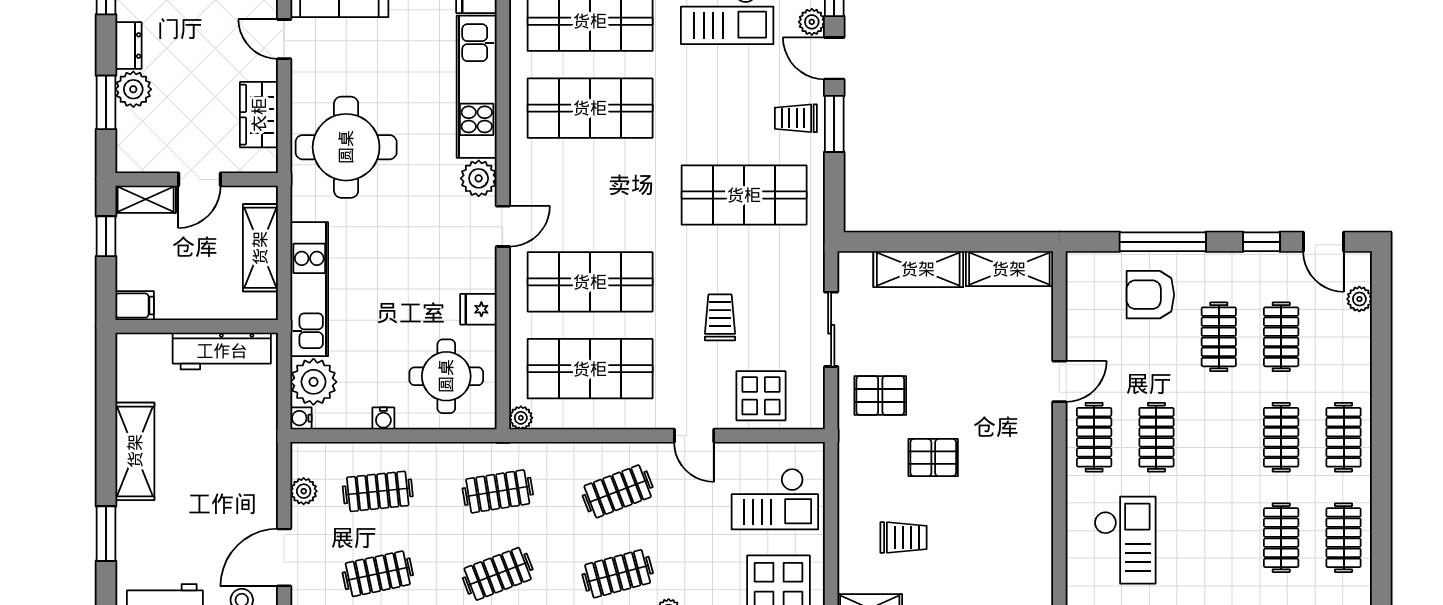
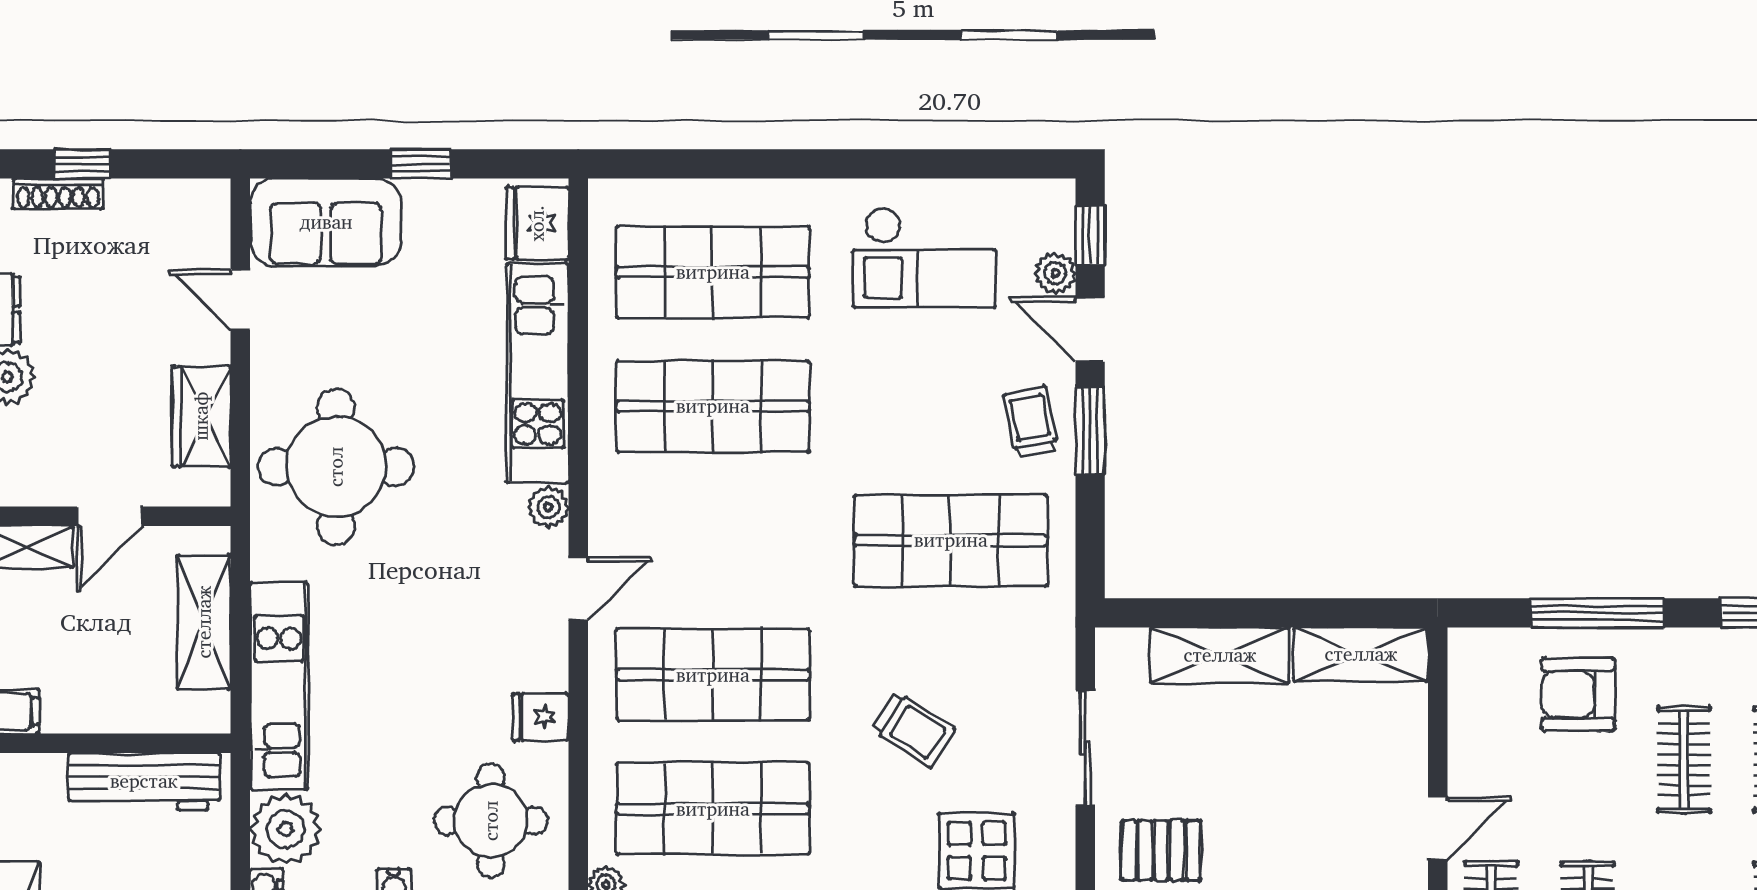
trolley: (796, 118) -> (1031, 422), turned 79
plant: (479, 178) -> (548, 507), width x0.73, depth x0.73
trolley: (720, 317) -> (914, 729), turned 123

